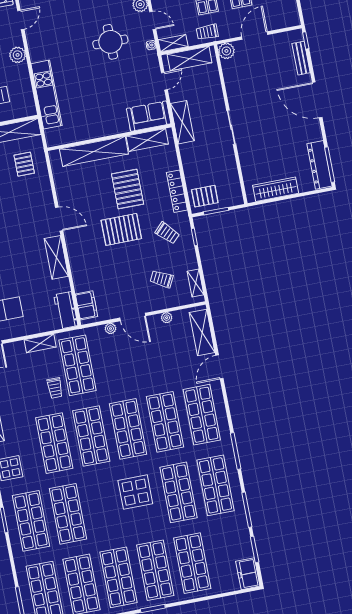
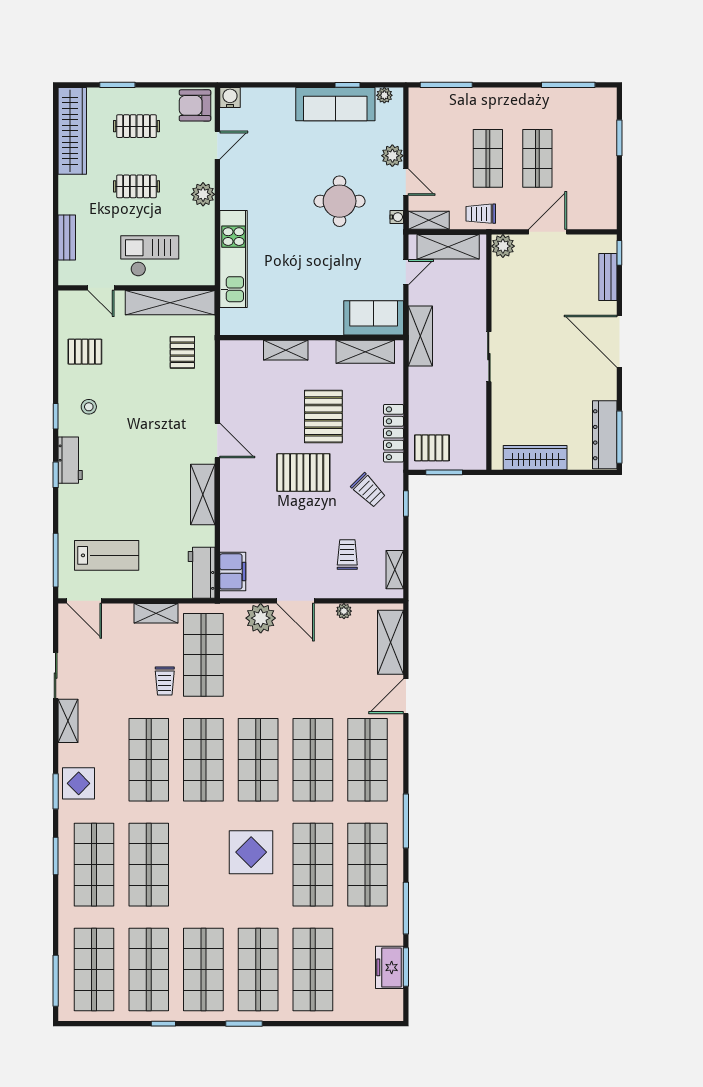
shelving: (94, 151) -> (286, 350), width x0.45, depth x0.75
trolley: (162, 279) -> (347, 554), turned 63
plant: (110, 328) -> (261, 618), width x1.88, depth x1.88
freezer: (248, 574) -> (390, 967), moved

